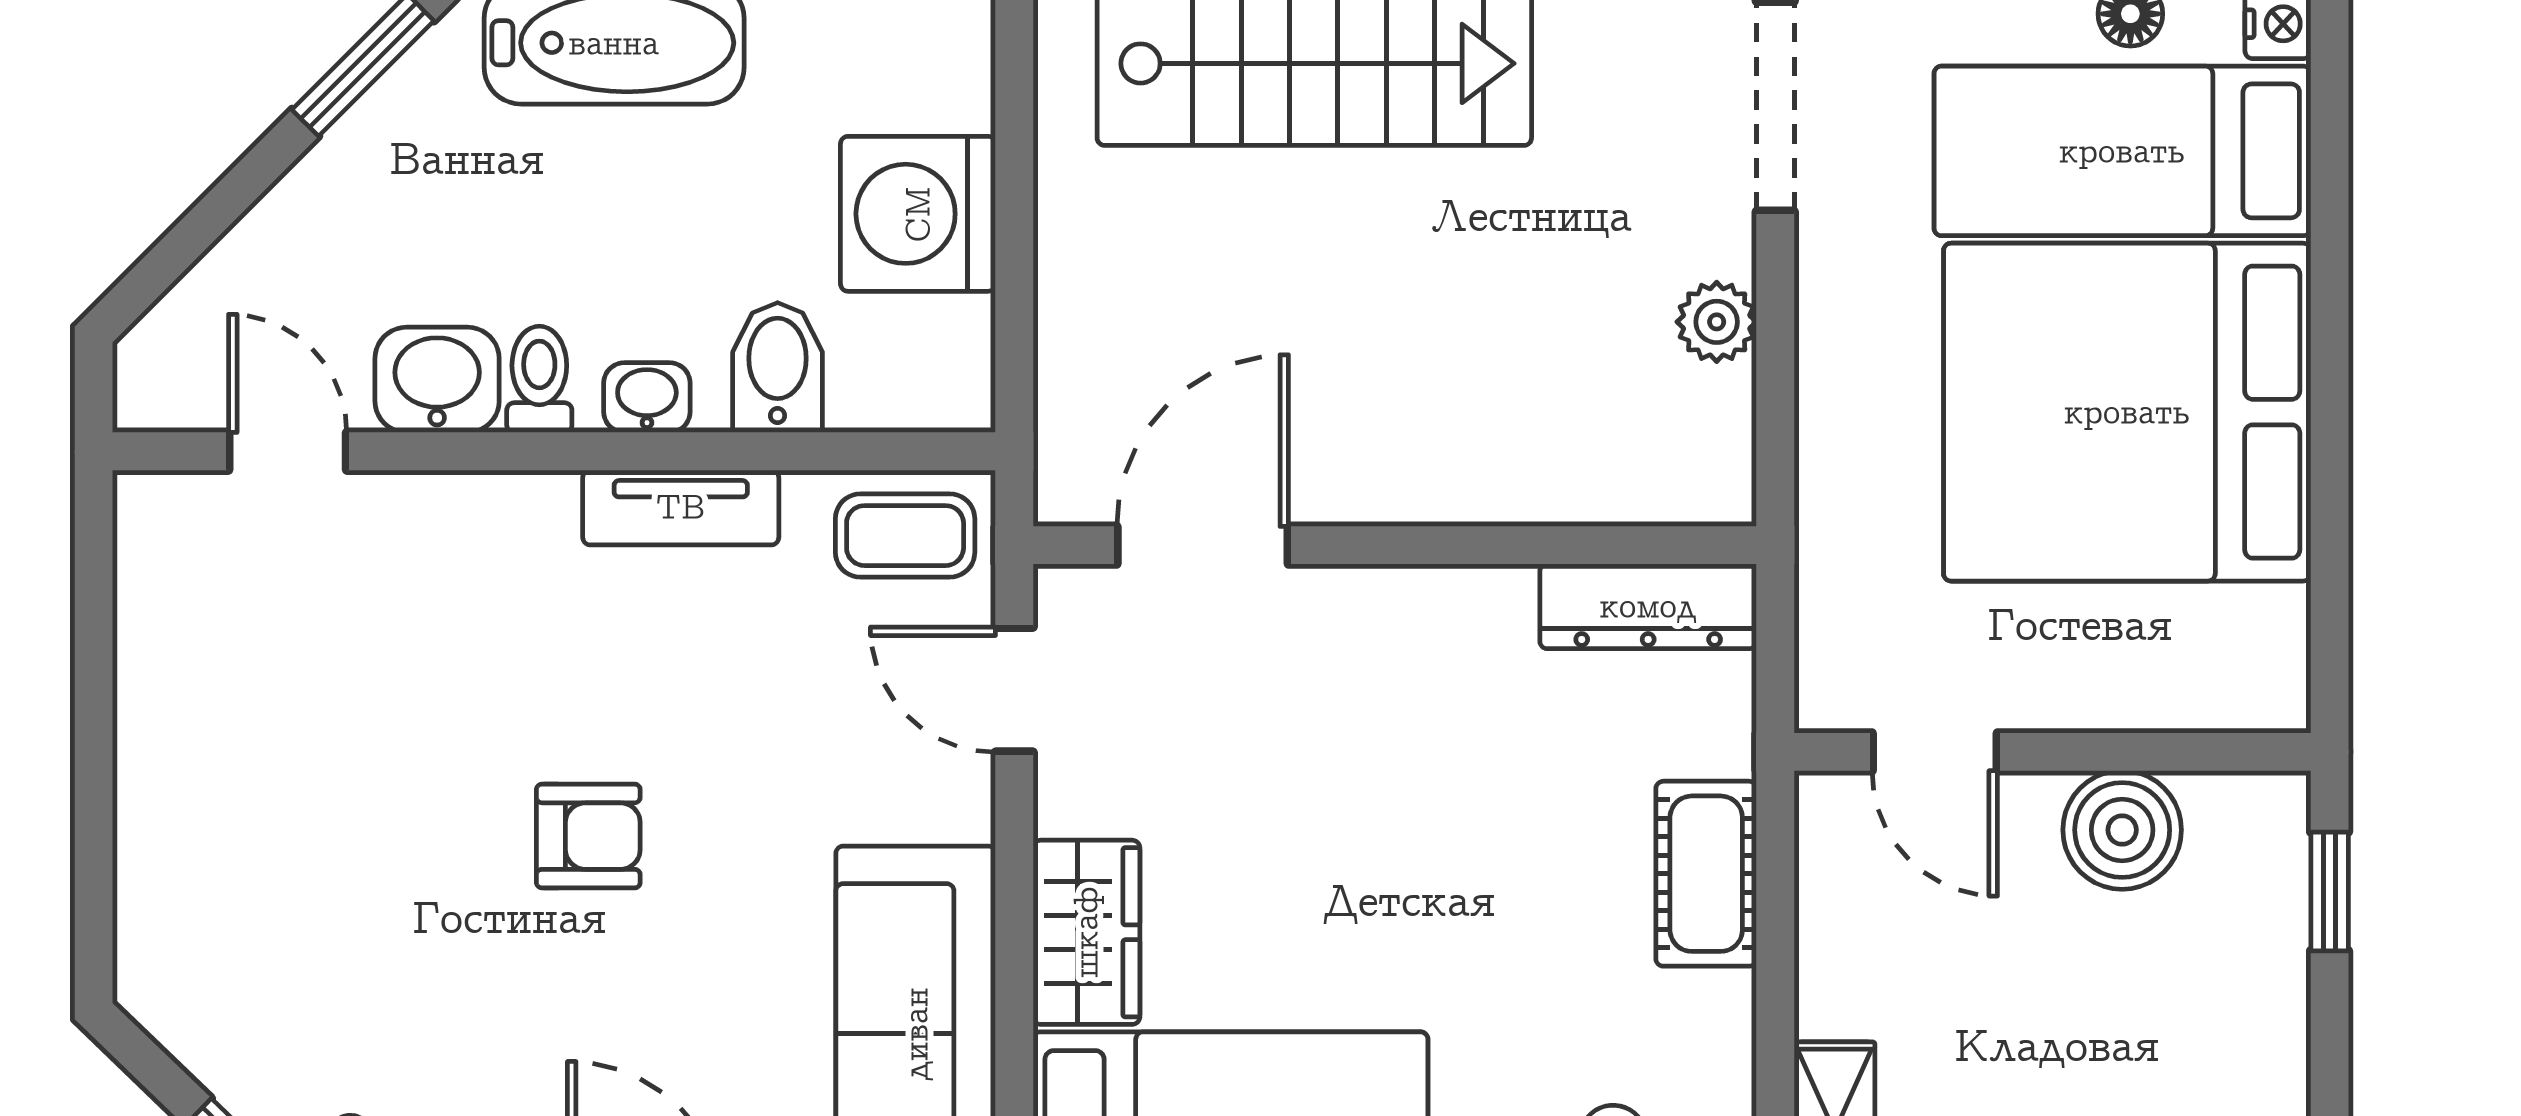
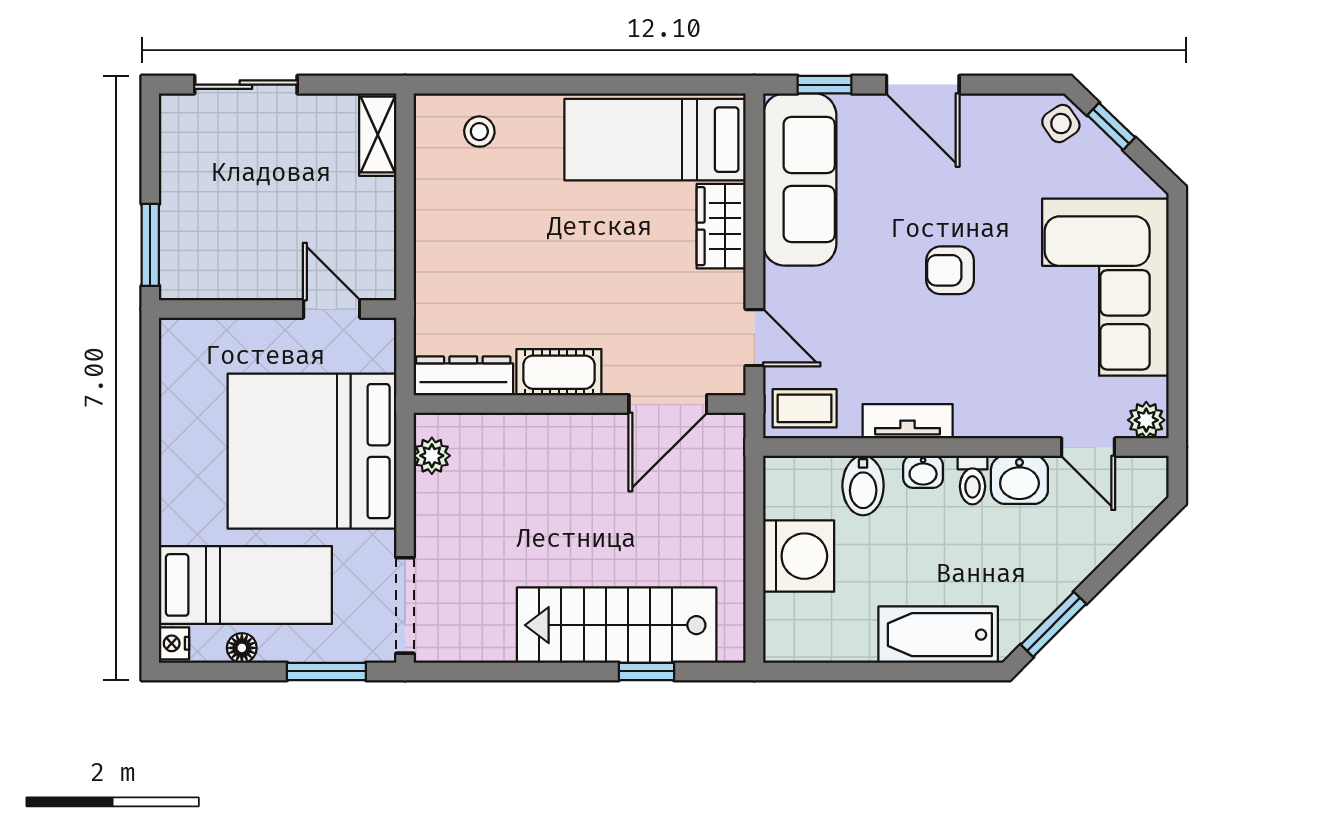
plant: (1717, 322) -> (432, 456), moved
bed: (2127, 412) -> (312, 451), moved, turned 180
plant: (161, 510) -> (1146, 420), added
corner sofa: (250, 799) -> (1105, 287), added
boiler: (2122, 830) -> (246, 273), removed
cot: (1706, 874) -> (559, 372), moved, turned 90
window: (2330, 891) -> (150, 245), width x1.50

